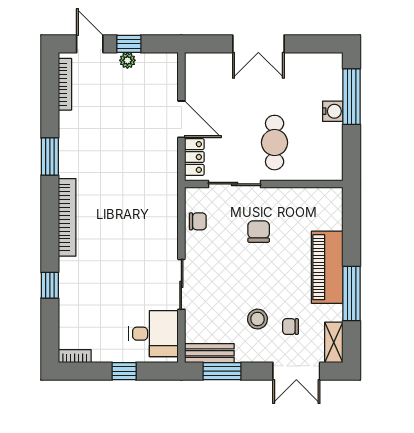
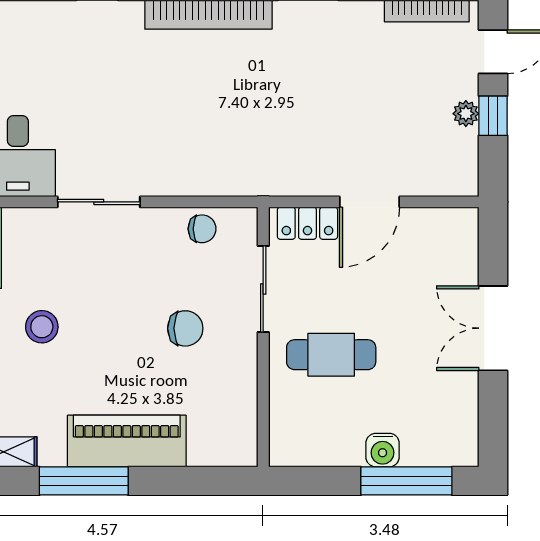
chair: (198, 221) -> (202, 229), turned -90
chair: (290, 327) -> (29, 381), removed

